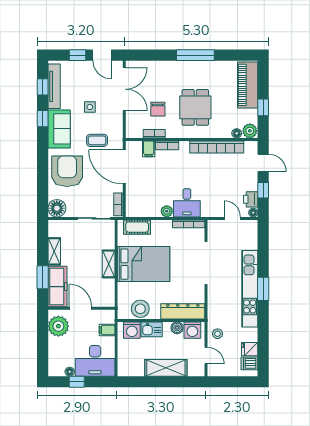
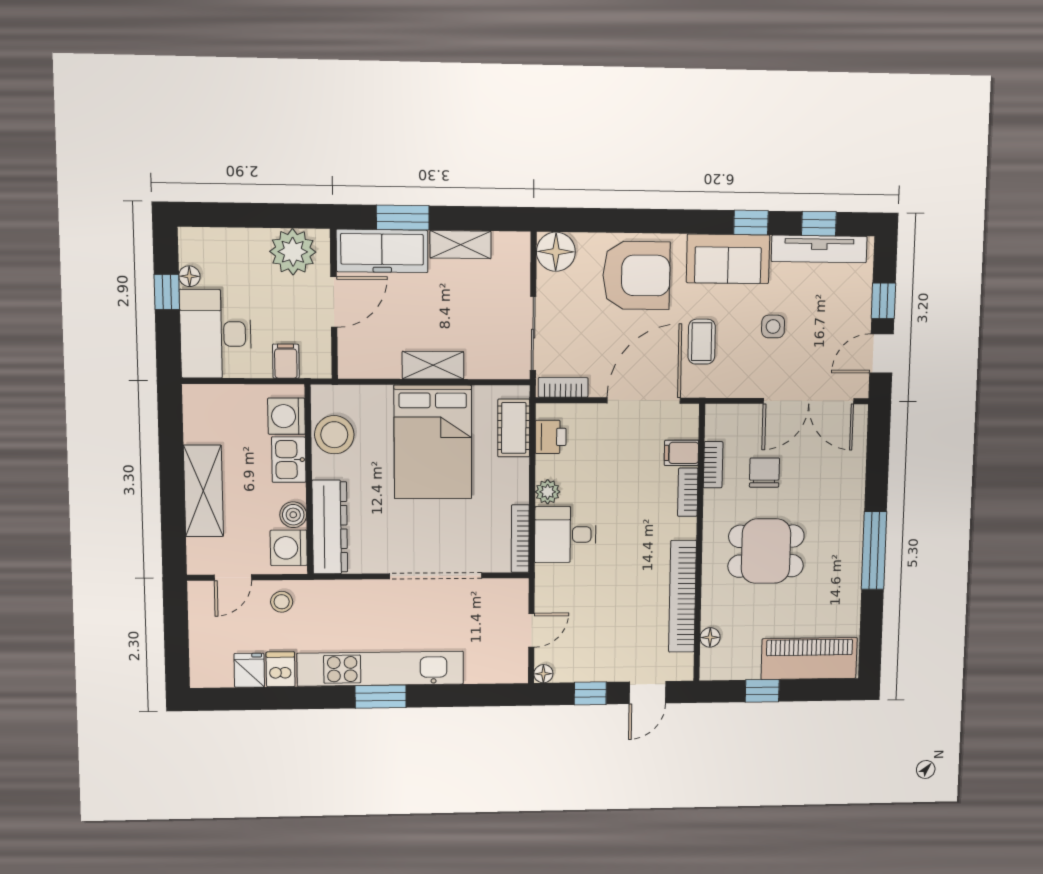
chair: (158, 109) -> (764, 473), turned 90
plant: (250, 131) -> (714, 664), removed
printer: (251, 199) -> (551, 437), moved, turned 90
dishwasher: (249, 363) -> (281, 669), moved

